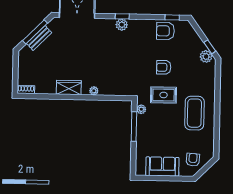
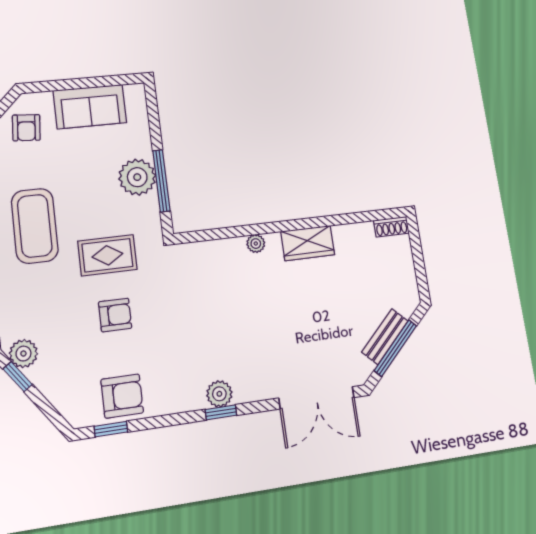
plant: (141, 109) -> (137, 177), moved, width x1.88, depth x1.88

